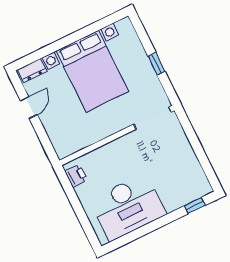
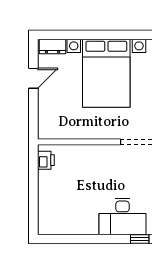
desk: (128, 207) -> (123, 216), moved, width x0.73, depth x0.77

